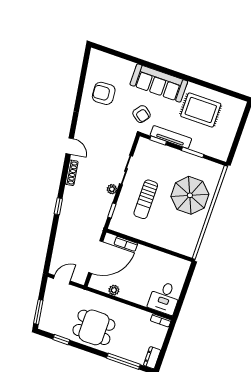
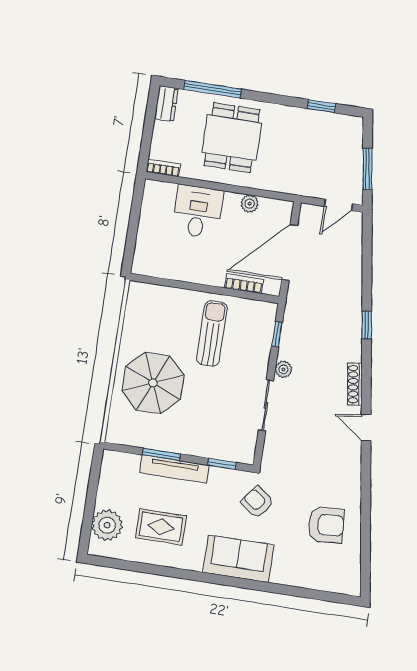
sofa: (159, 83) -> (238, 559), width x0.73
rug: (201, 110) -> (161, 527), width x0.73, depth x0.70
plant: (232, 117) -> (107, 525), added
tv unit: (171, 137) -> (174, 469), moved
sun lounger: (146, 199) -> (212, 333), moved
desk: (164, 298) -> (198, 212), moved
window: (38, 312) -> (367, 169), moved
dining table: (94, 327) -> (232, 138), moved, turned 90

